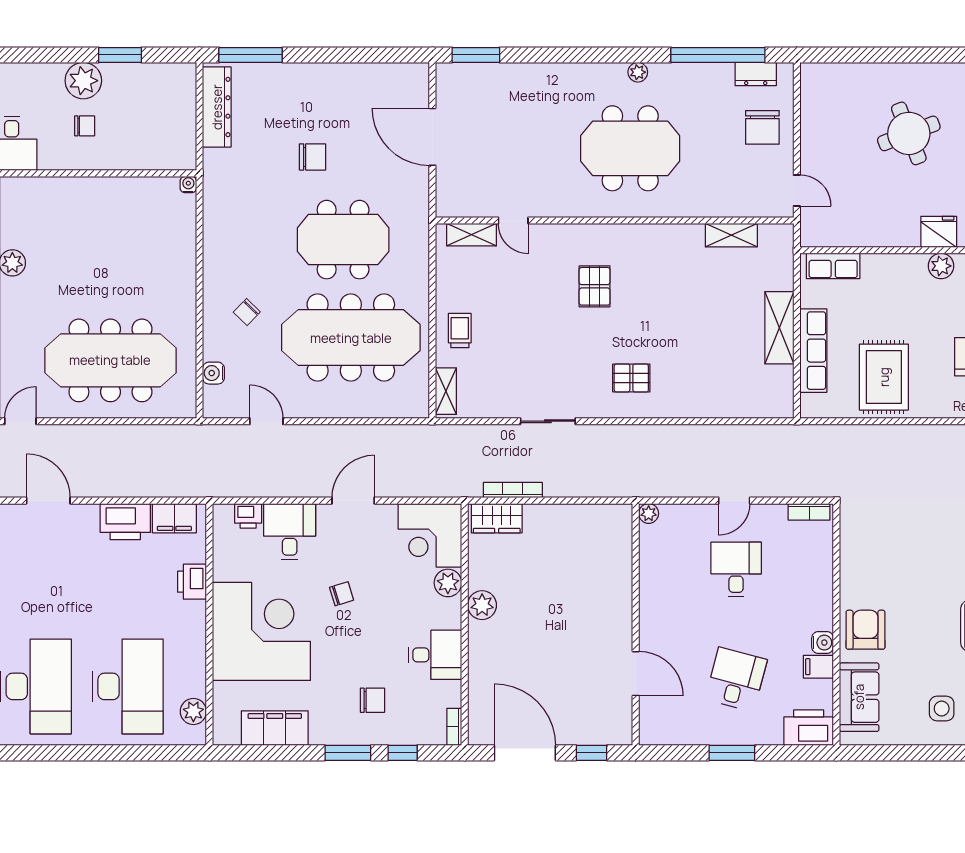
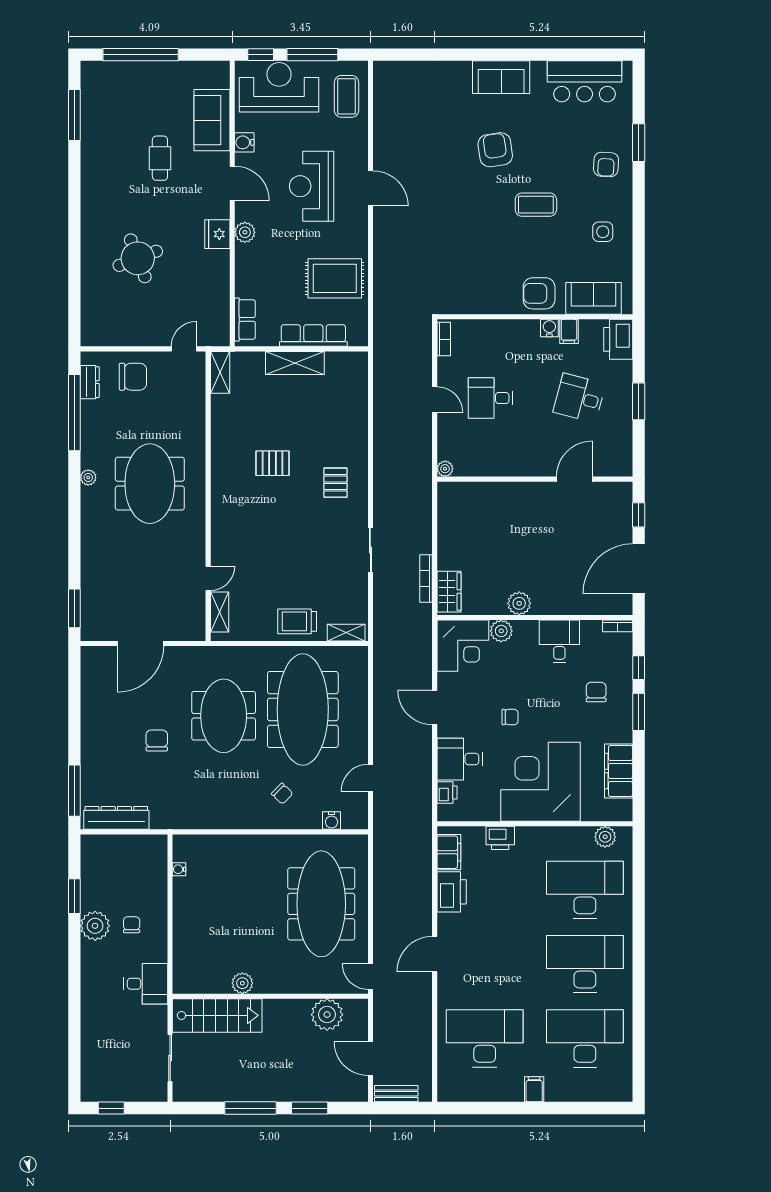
water cooler: (188, 185) -> (179, 869), moved
shelving: (731, 235) -> (220, 372), moved
pallet: (595, 286) -> (273, 463), moved
trolley: (460, 331) -> (297, 621), width x1.36, depth x1.39
chair: (342, 594) -> (510, 717), turned 107

